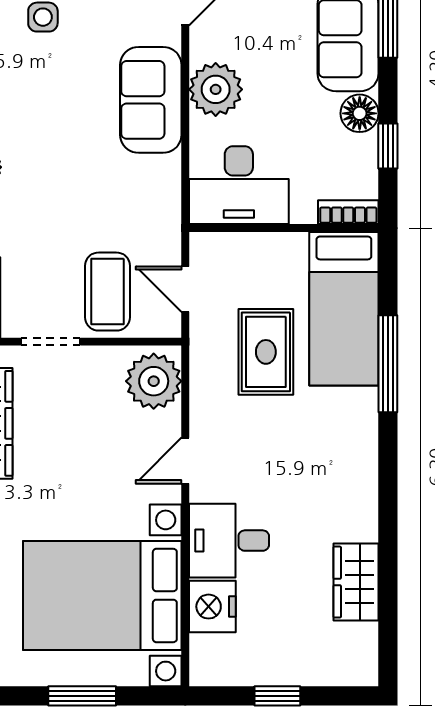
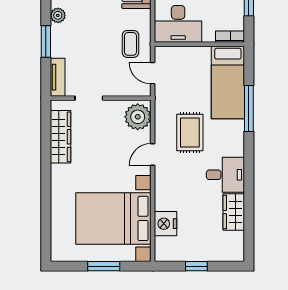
coffee table: (107, 292) -> (130, 44), moved, width x0.73, depth x0.77
rug: (266, 352) -> (190, 132), moved
desk: (229, 541) -> (225, 175), moved, turned 180

